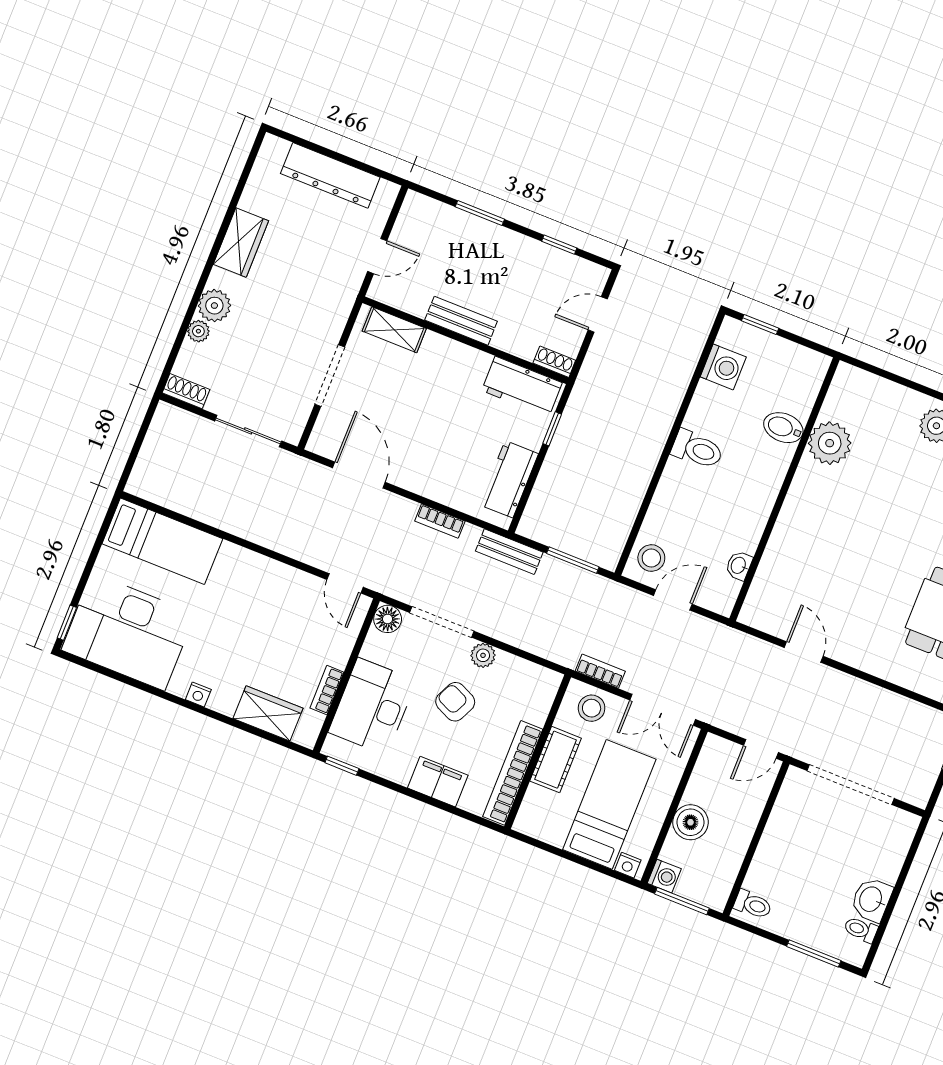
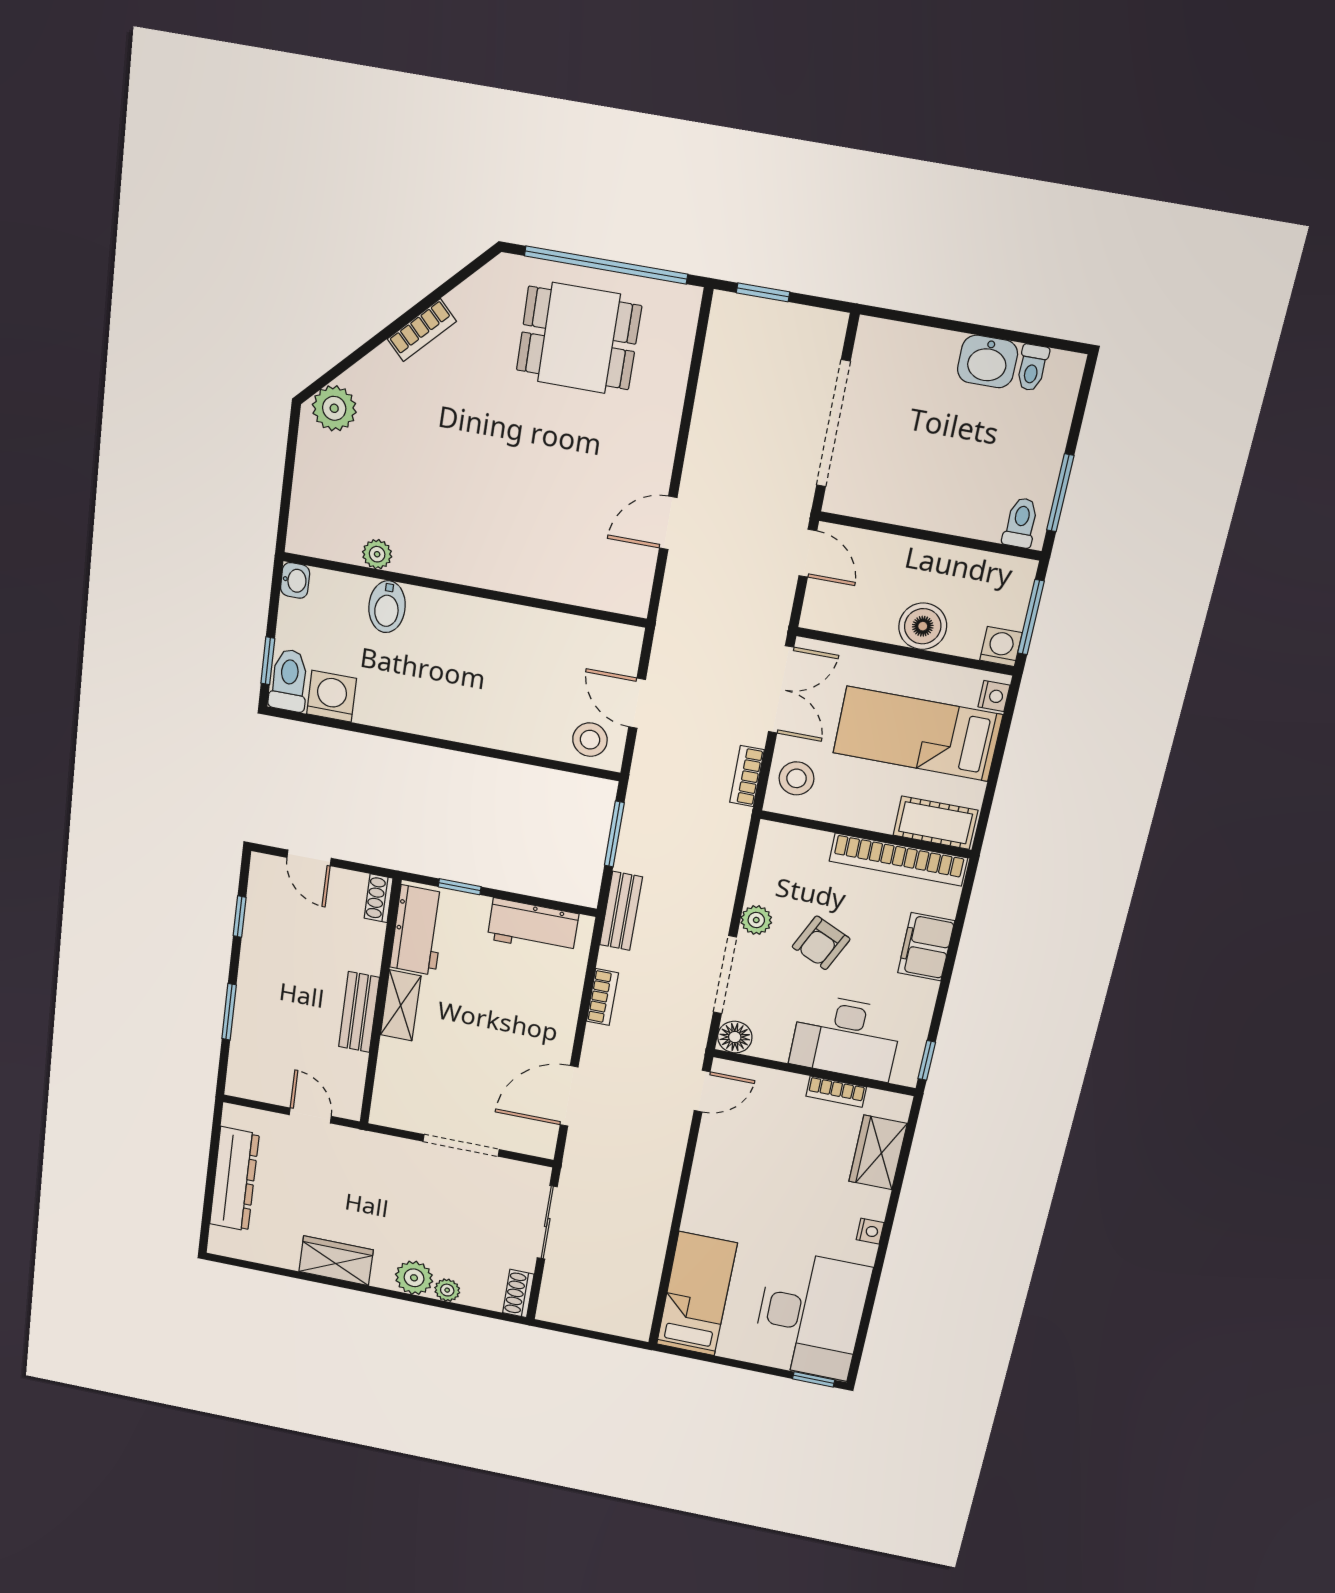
shelving: (394, 330) -> (401, 1005), moved
plant: (830, 443) -> (377, 554), width x0.53, depth x0.53
toilet: (697, 449) -> (289, 680), moved
washbasin: (739, 566) -> (295, 580), moved, turned -90
cot: (556, 760) -> (935, 823), moved
window: (814, 953) -> (1060, 493), moved

